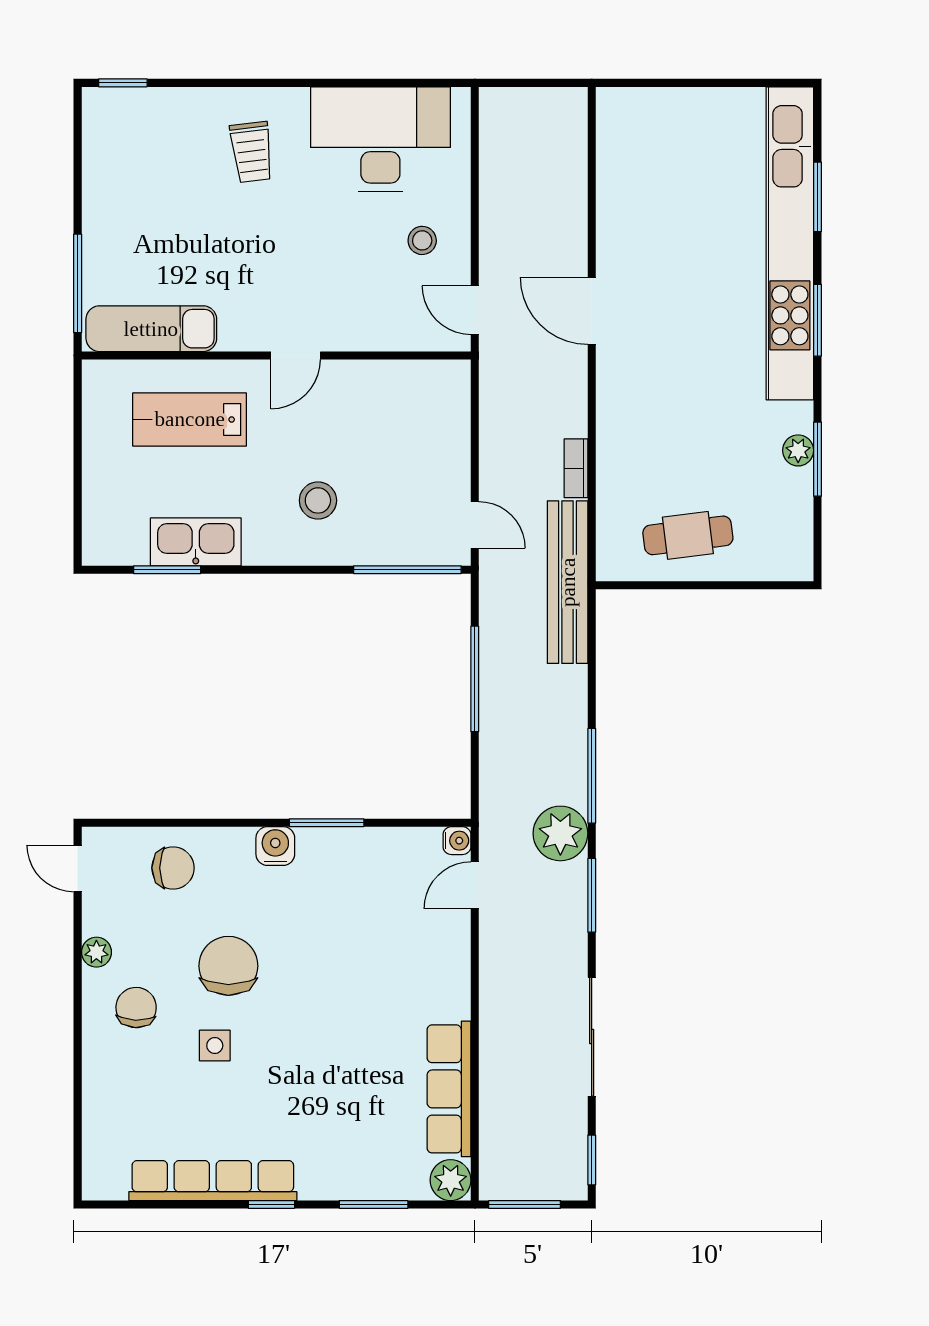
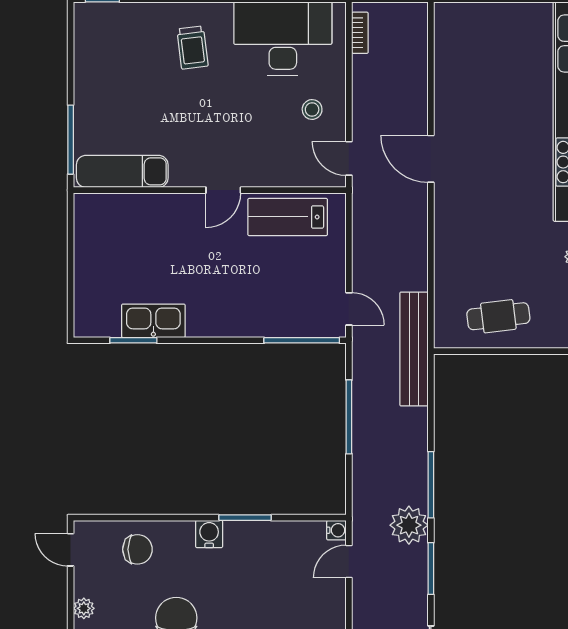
lab bench: (190, 419) -> (288, 217), moved
bookcase: (576, 468) -> (360, 33), moved, turned 180
stool: (318, 500) -> (239, 292), removed

